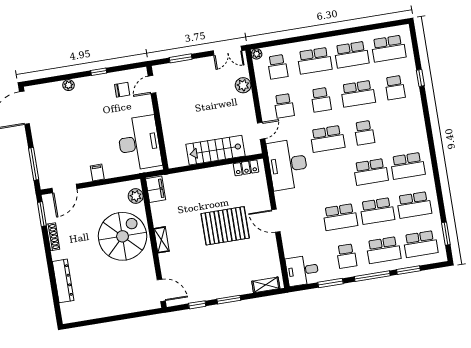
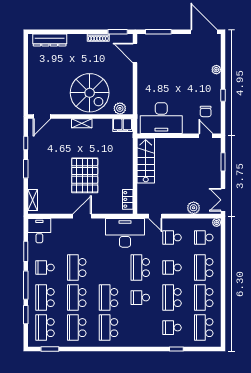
stairs: (216, 150) -> (146, 161), moved
filing cabinet: (97, 173) -> (143, 81), removed
dresser: (63, 281) -> (50, 40), moved

